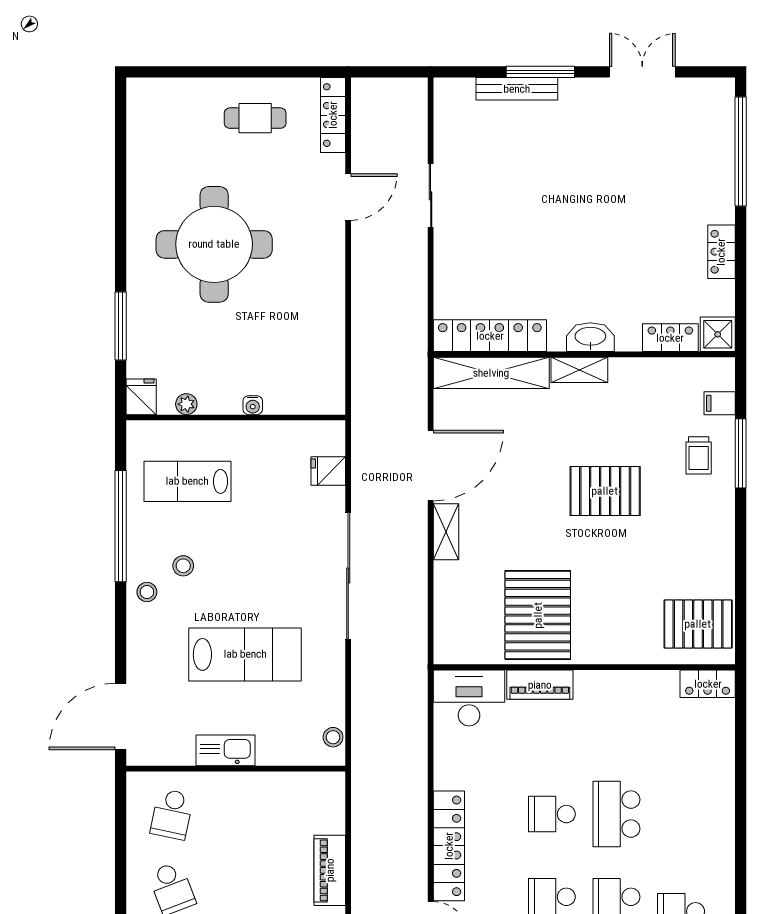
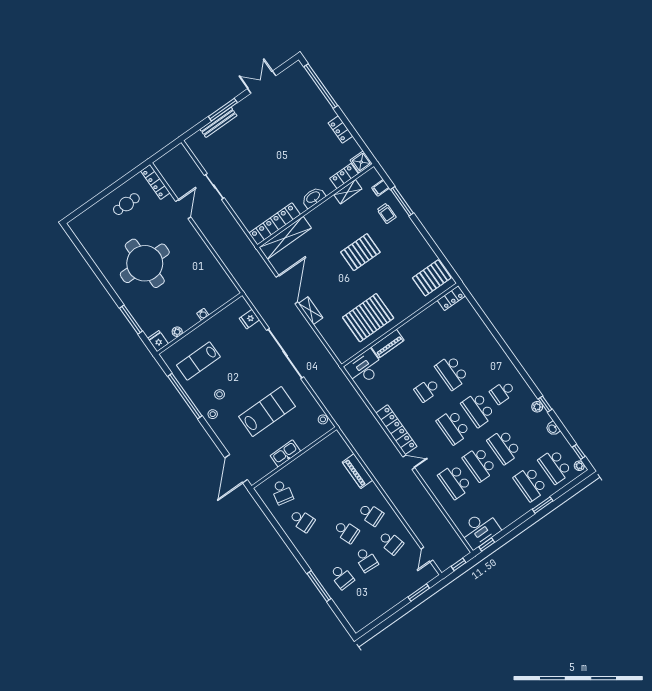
shelving: (579, 370) -> (348, 192), moved
pallet: (538, 615) -> (368, 318), turned 90

